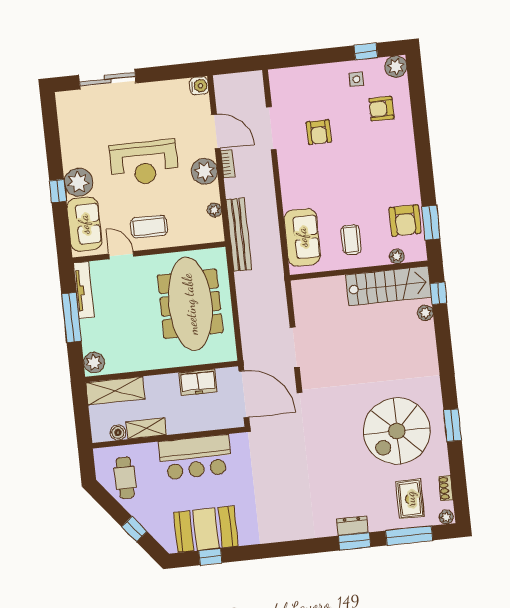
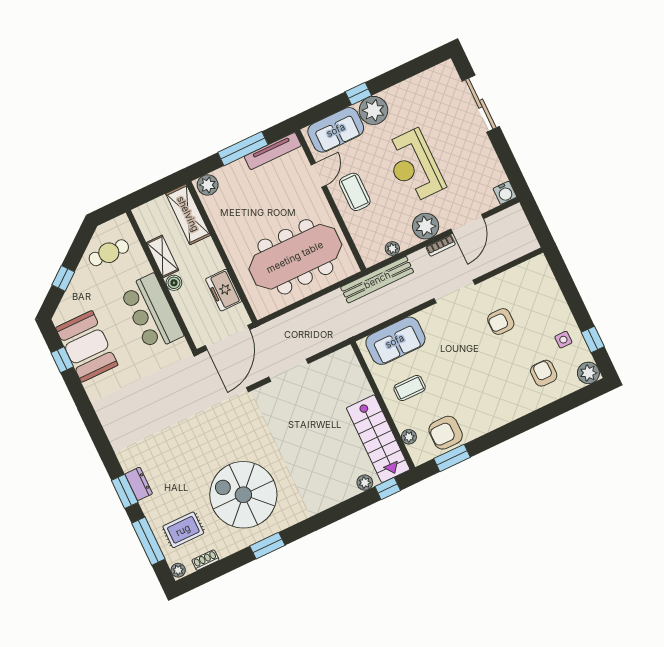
doorway: (271, 128) -> (454, 291), moved
boiler: (118, 433) -> (174, 283), moved

